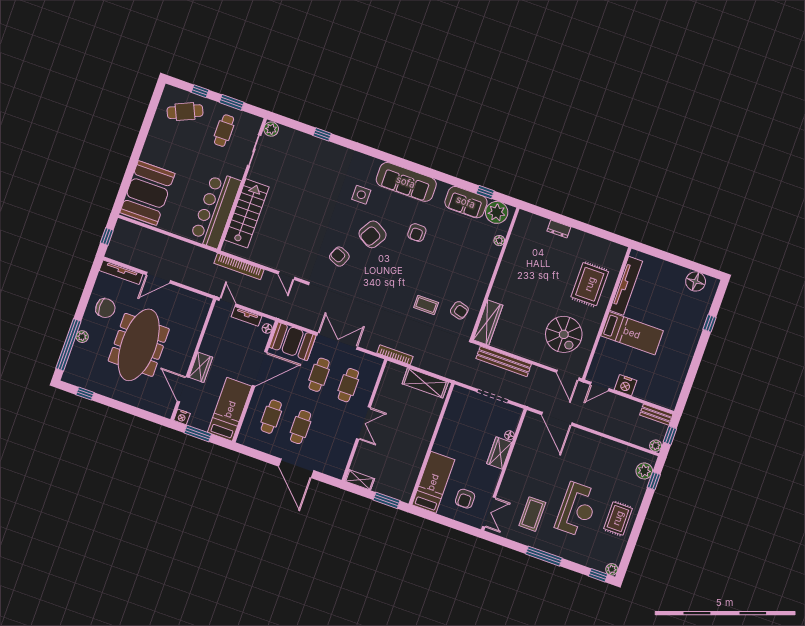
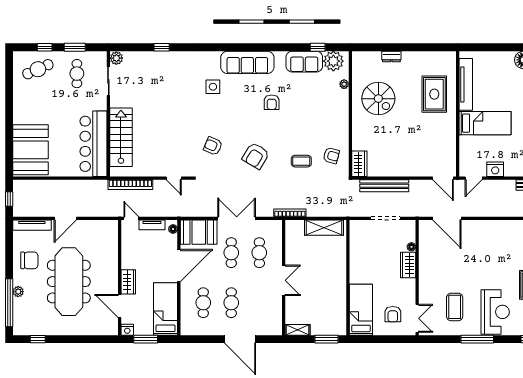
armchair: (373, 234) -> (256, 156), moved
wardrobe: (488, 323) -> (359, 164), width x0.67
spiral stairs: (564, 334) -> (378, 99), moved
reception desk: (577, 509) -> (495, 312), moved

